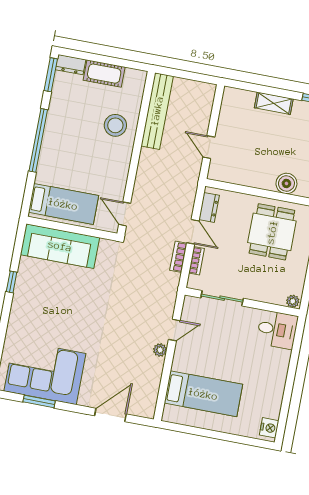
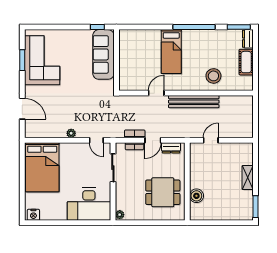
bench: (157, 111) -> (194, 102), moved
bed: (63, 204) -> (171, 52), moved
wall: (72, 229) -> (116, 60), moved
sofa: (60, 246) -> (103, 54), moved
door: (174, 330) -> (96, 140), moved
desk: (277, 330) -> (89, 204), width x1.87, depth x1.30
bed: (203, 394) -> (42, 167), width x1.50

